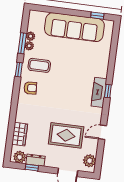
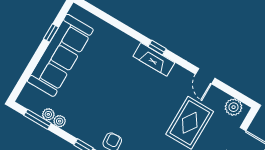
window: (97, 16) -> (51, 33), moved
window: (22, 43) -> (38, 119), moved
coffee table: (39, 65) -> (89, 119), removed

